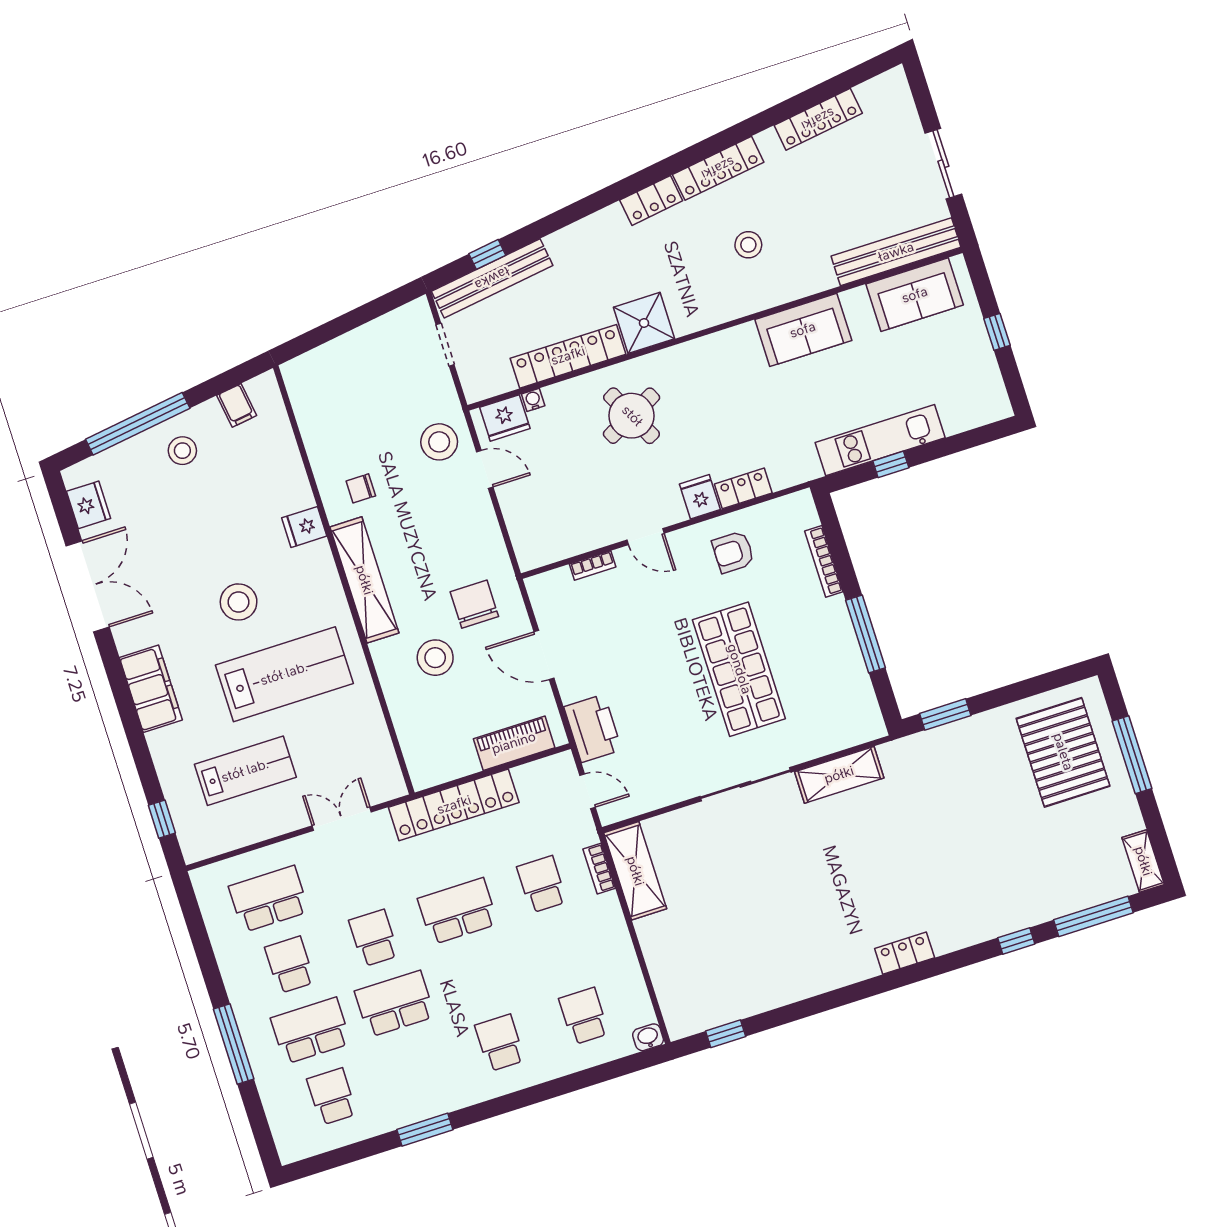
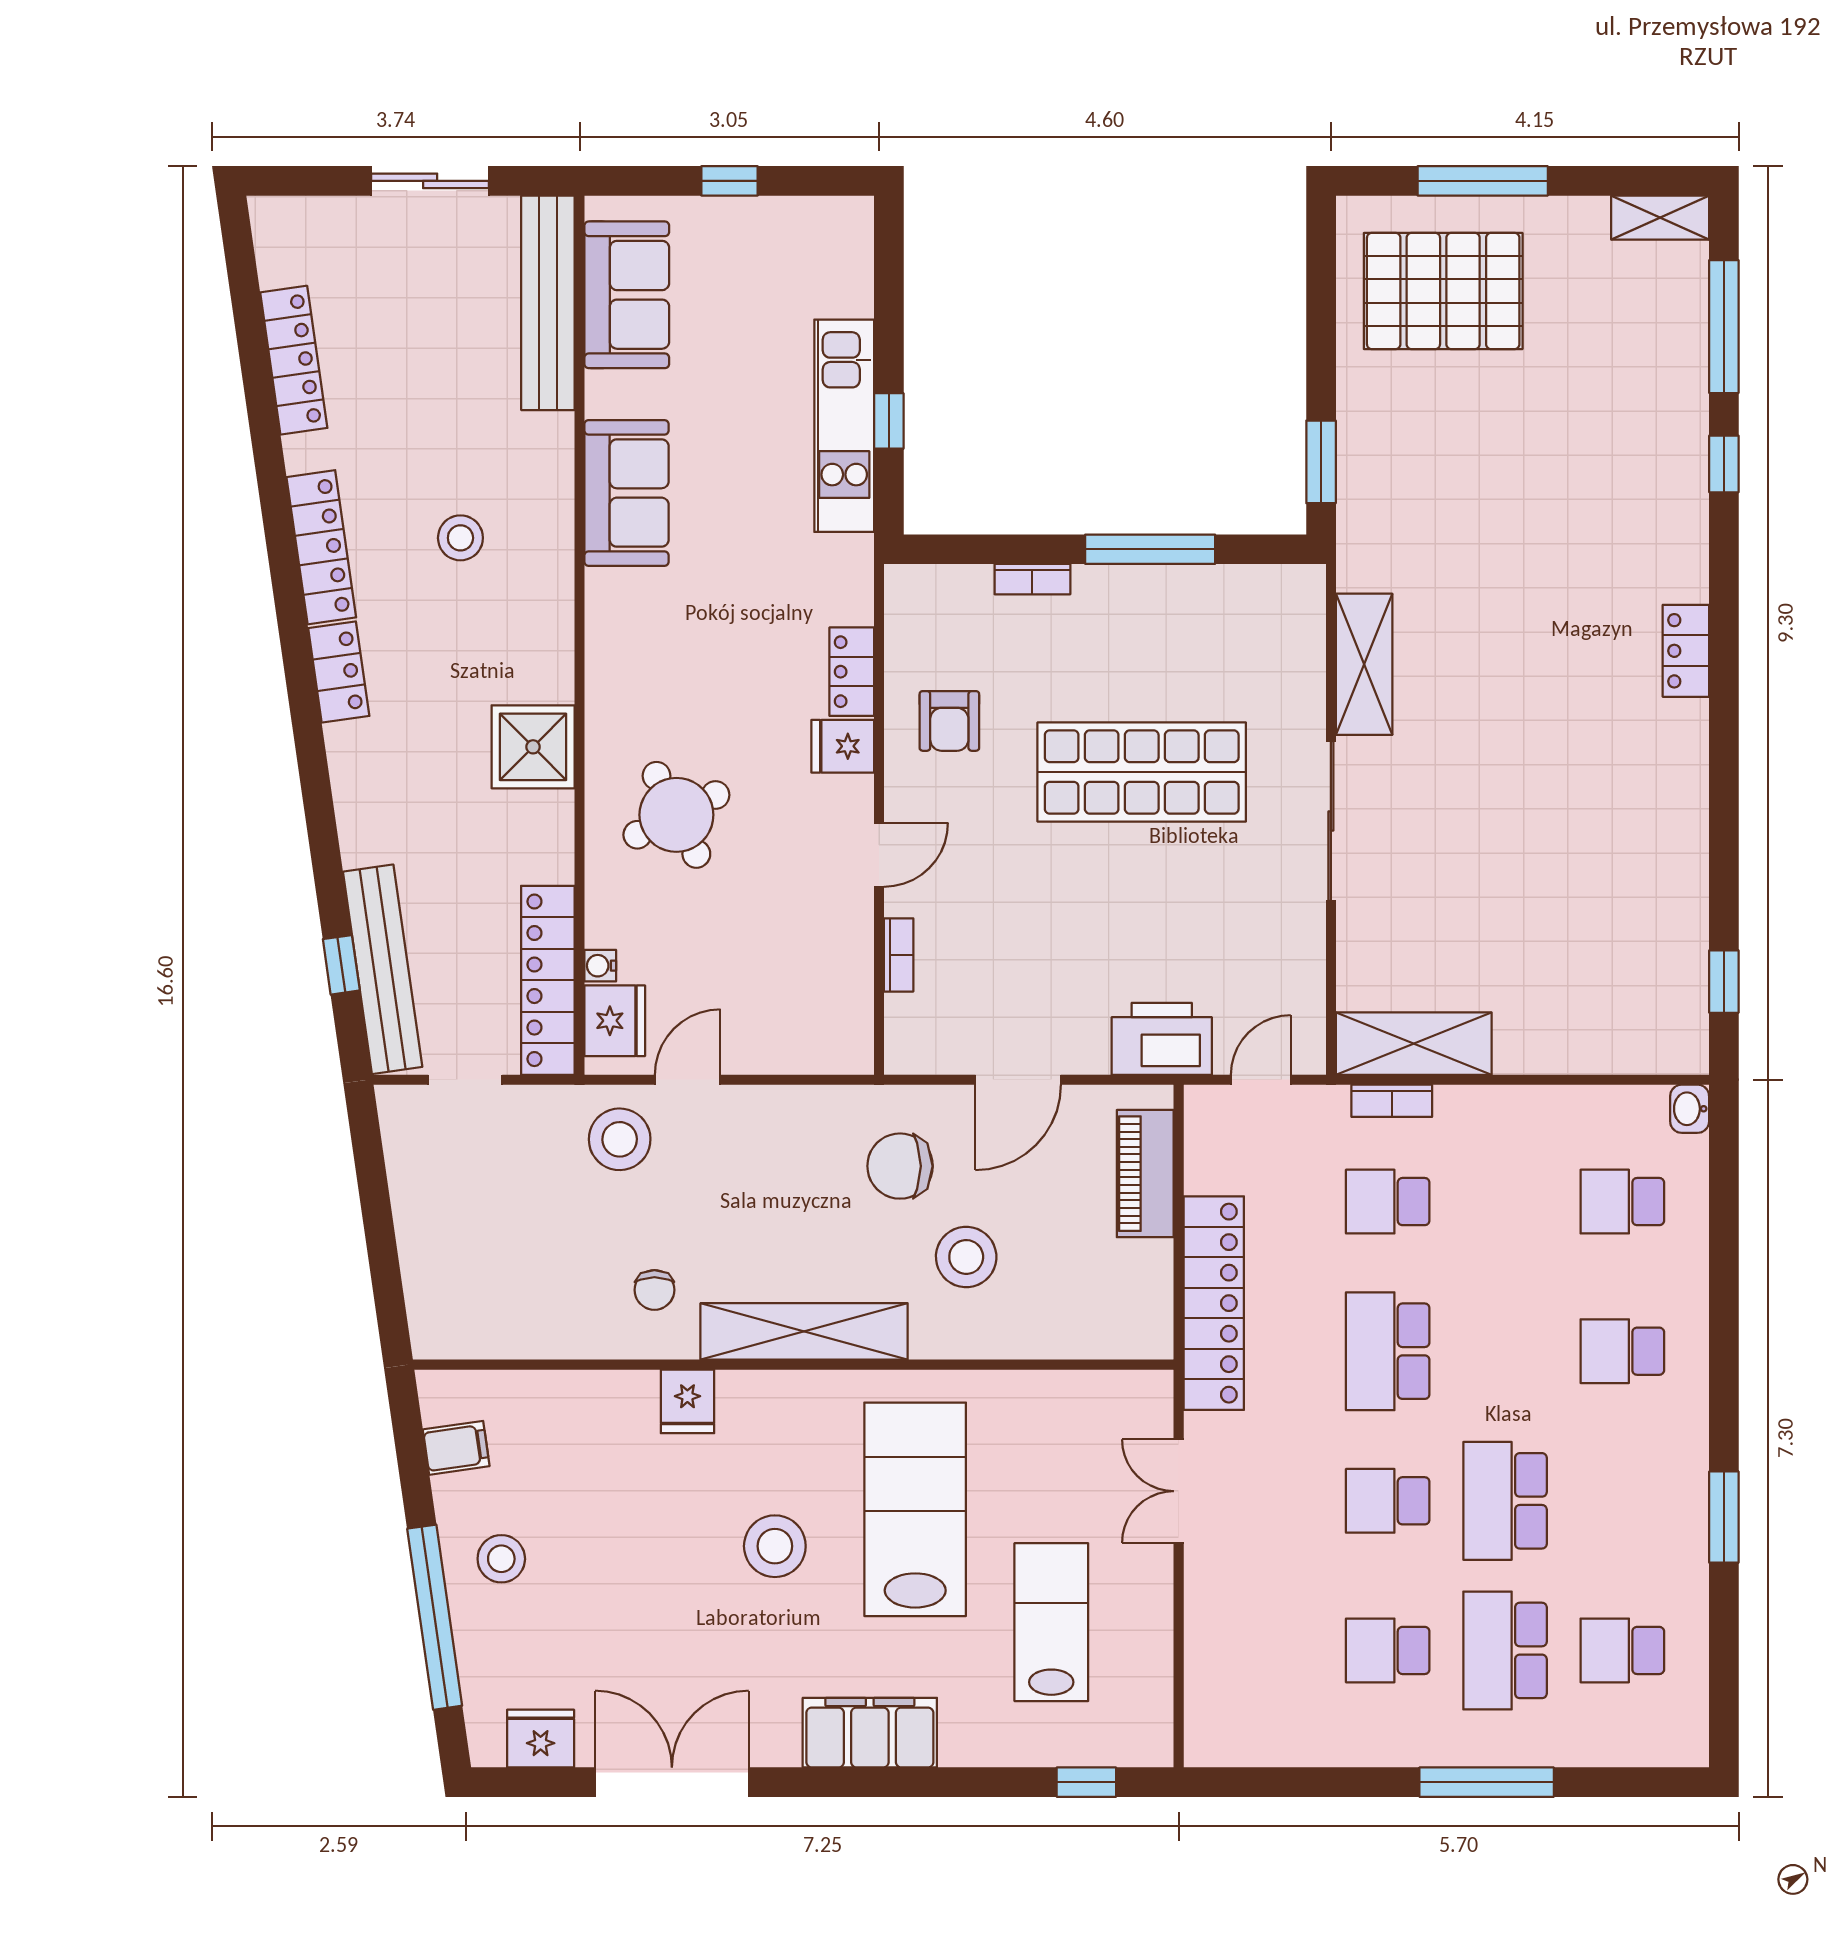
locker: (568, 356) -> (548, 980), moved
bookcase: (824, 561) -> (1032, 579), width x0.64
school desk: (269, 899) -> (1270, 1650), removed

